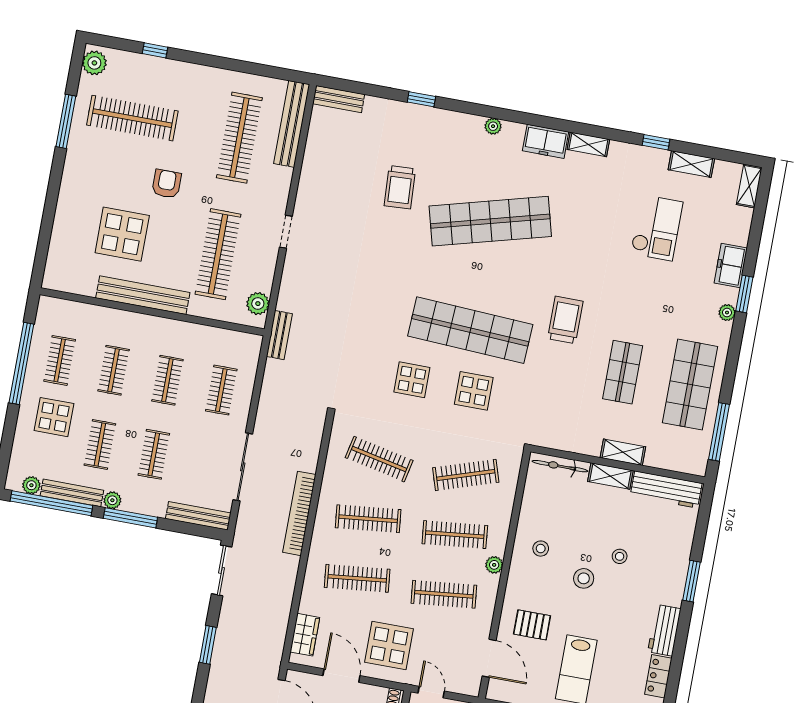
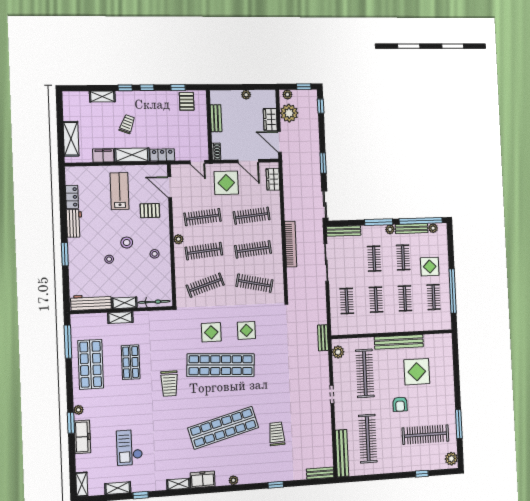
freezer: (731, 266) -> (82, 437), width x1.40

